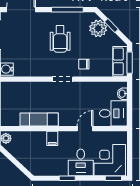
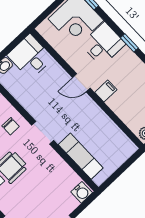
exam couch: (39, 120) -> (81, 156), moved, turned 180
door: (85, 129) -> (81, 83), moved

